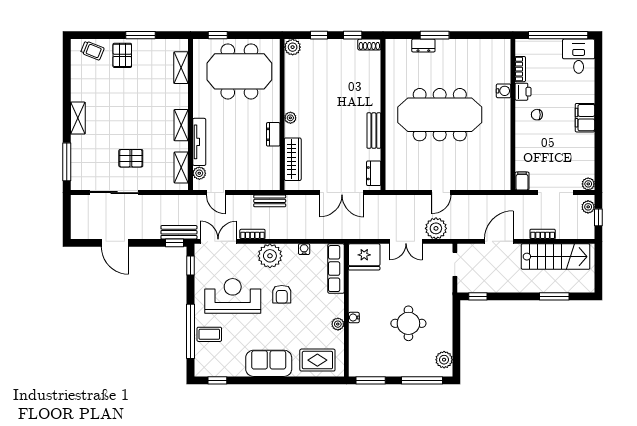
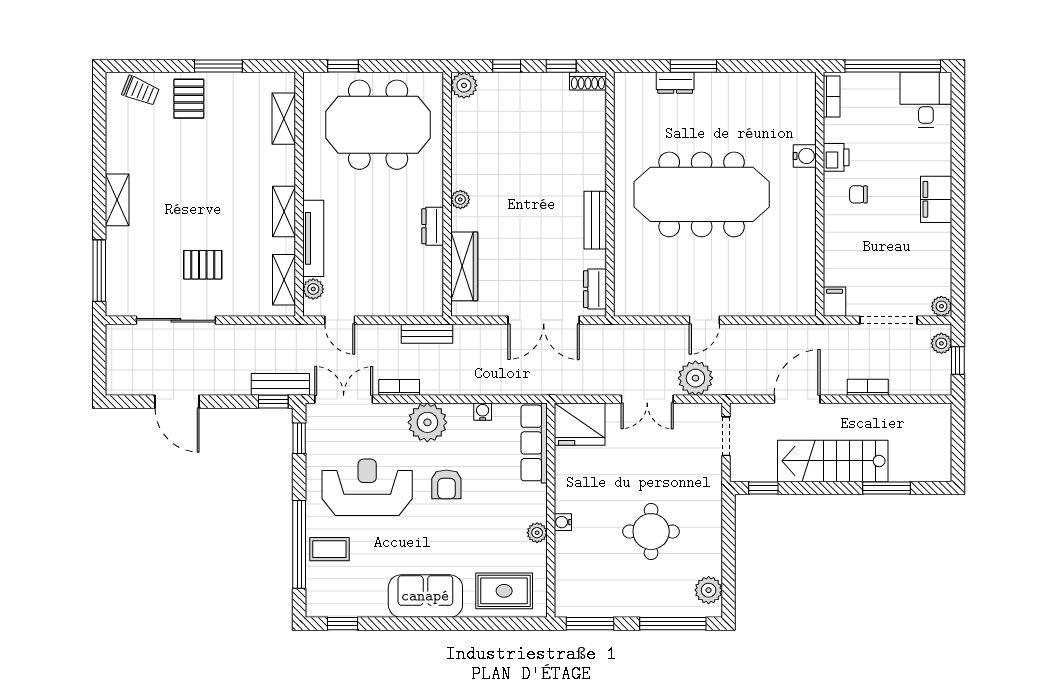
bookcase: (520, 69) -> (832, 97), moved
stairs: (556, 257) -> (833, 461), moved, turned 180

